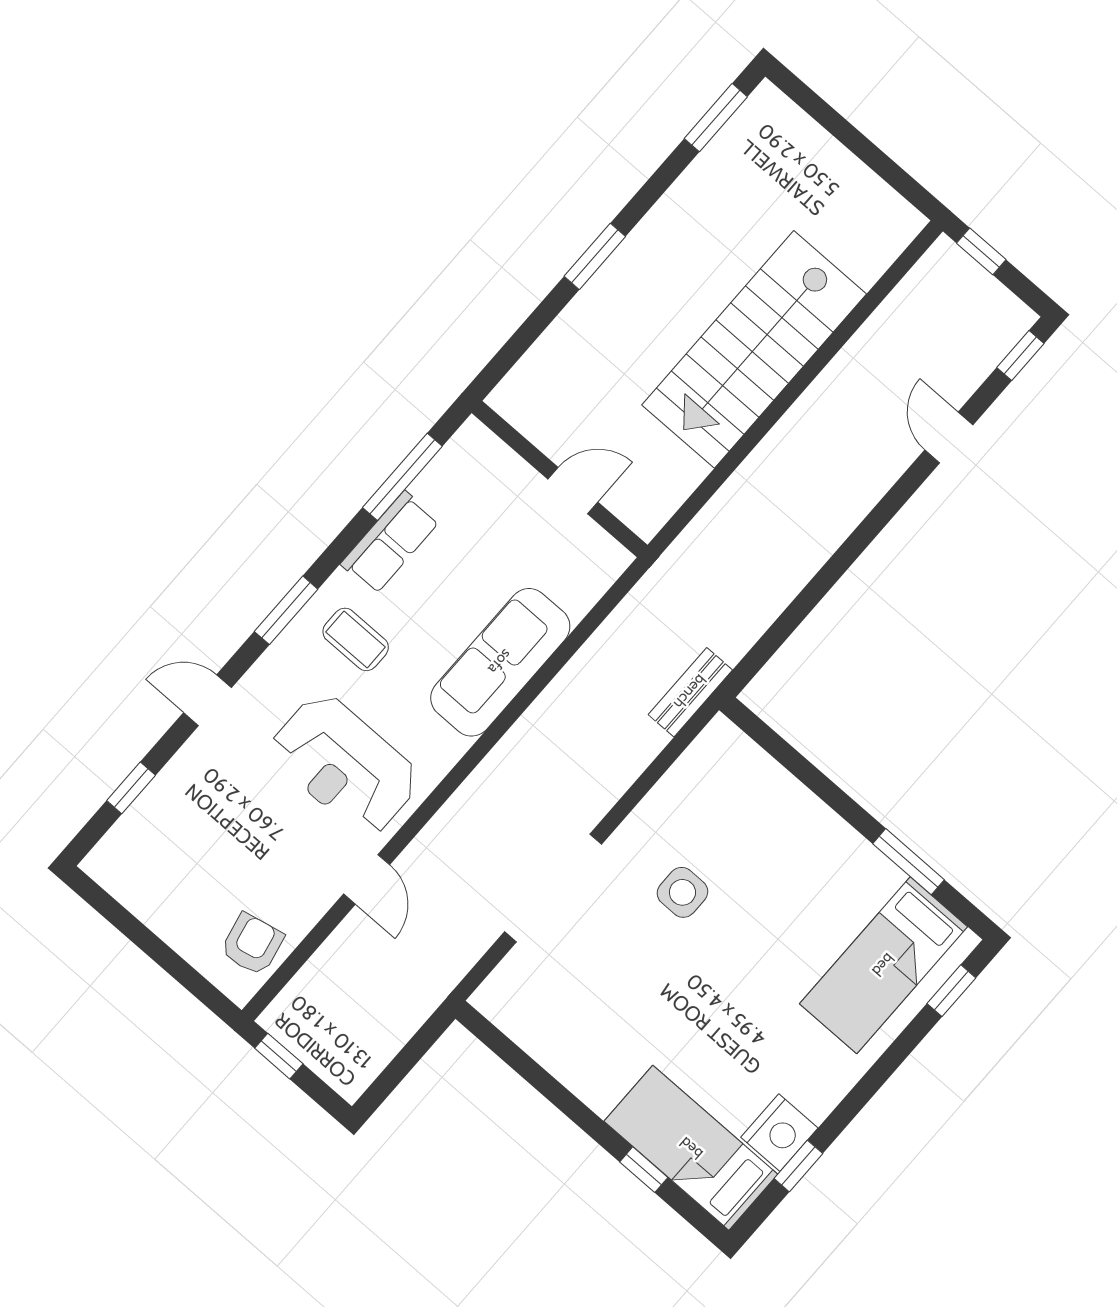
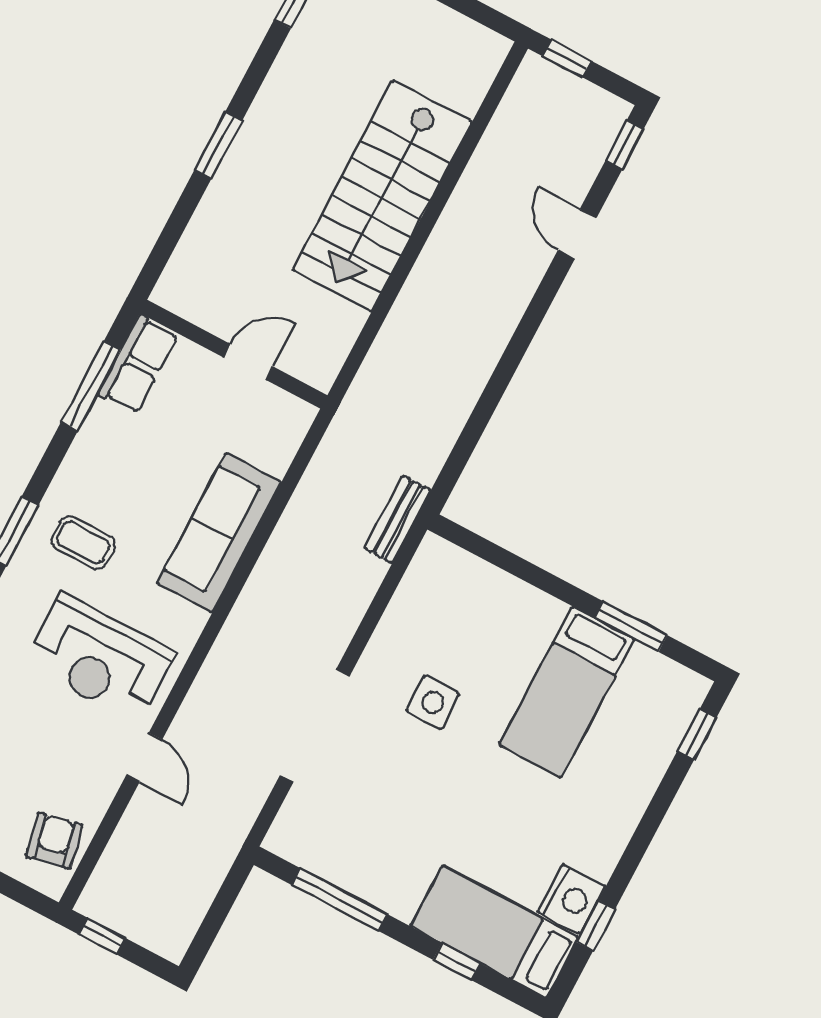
row of seats: (390, 543) -> (138, 364), moved
bed: (883, 965) -> (567, 692), moved
window: (536, 1076) -> (340, 900), added

